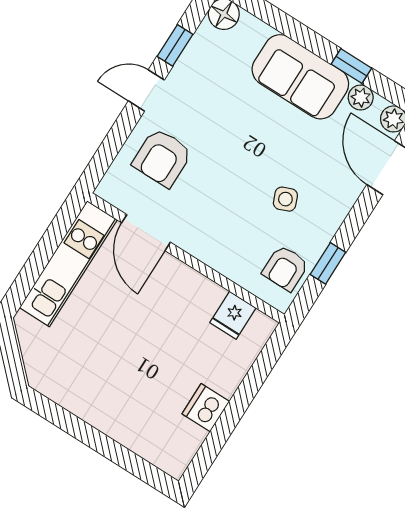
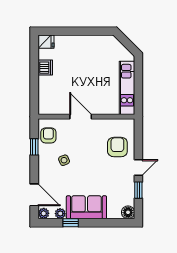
door: (146, 233) -> (81, 117), moved
fridge: (233, 315) -> (46, 42), moved, turned 90

